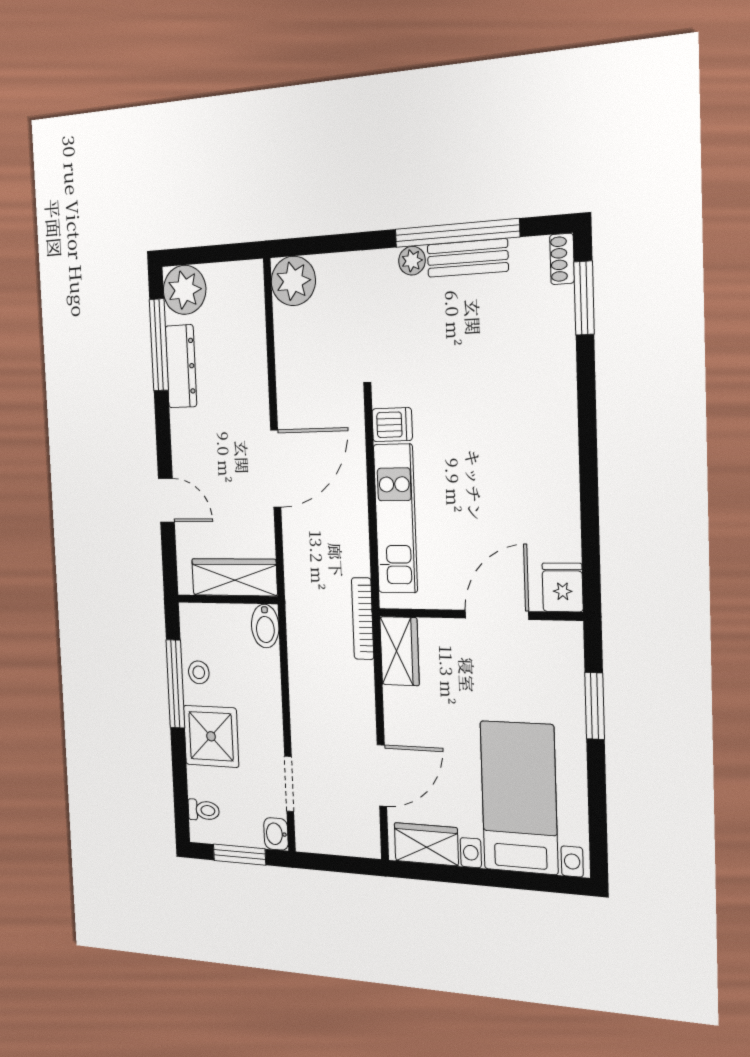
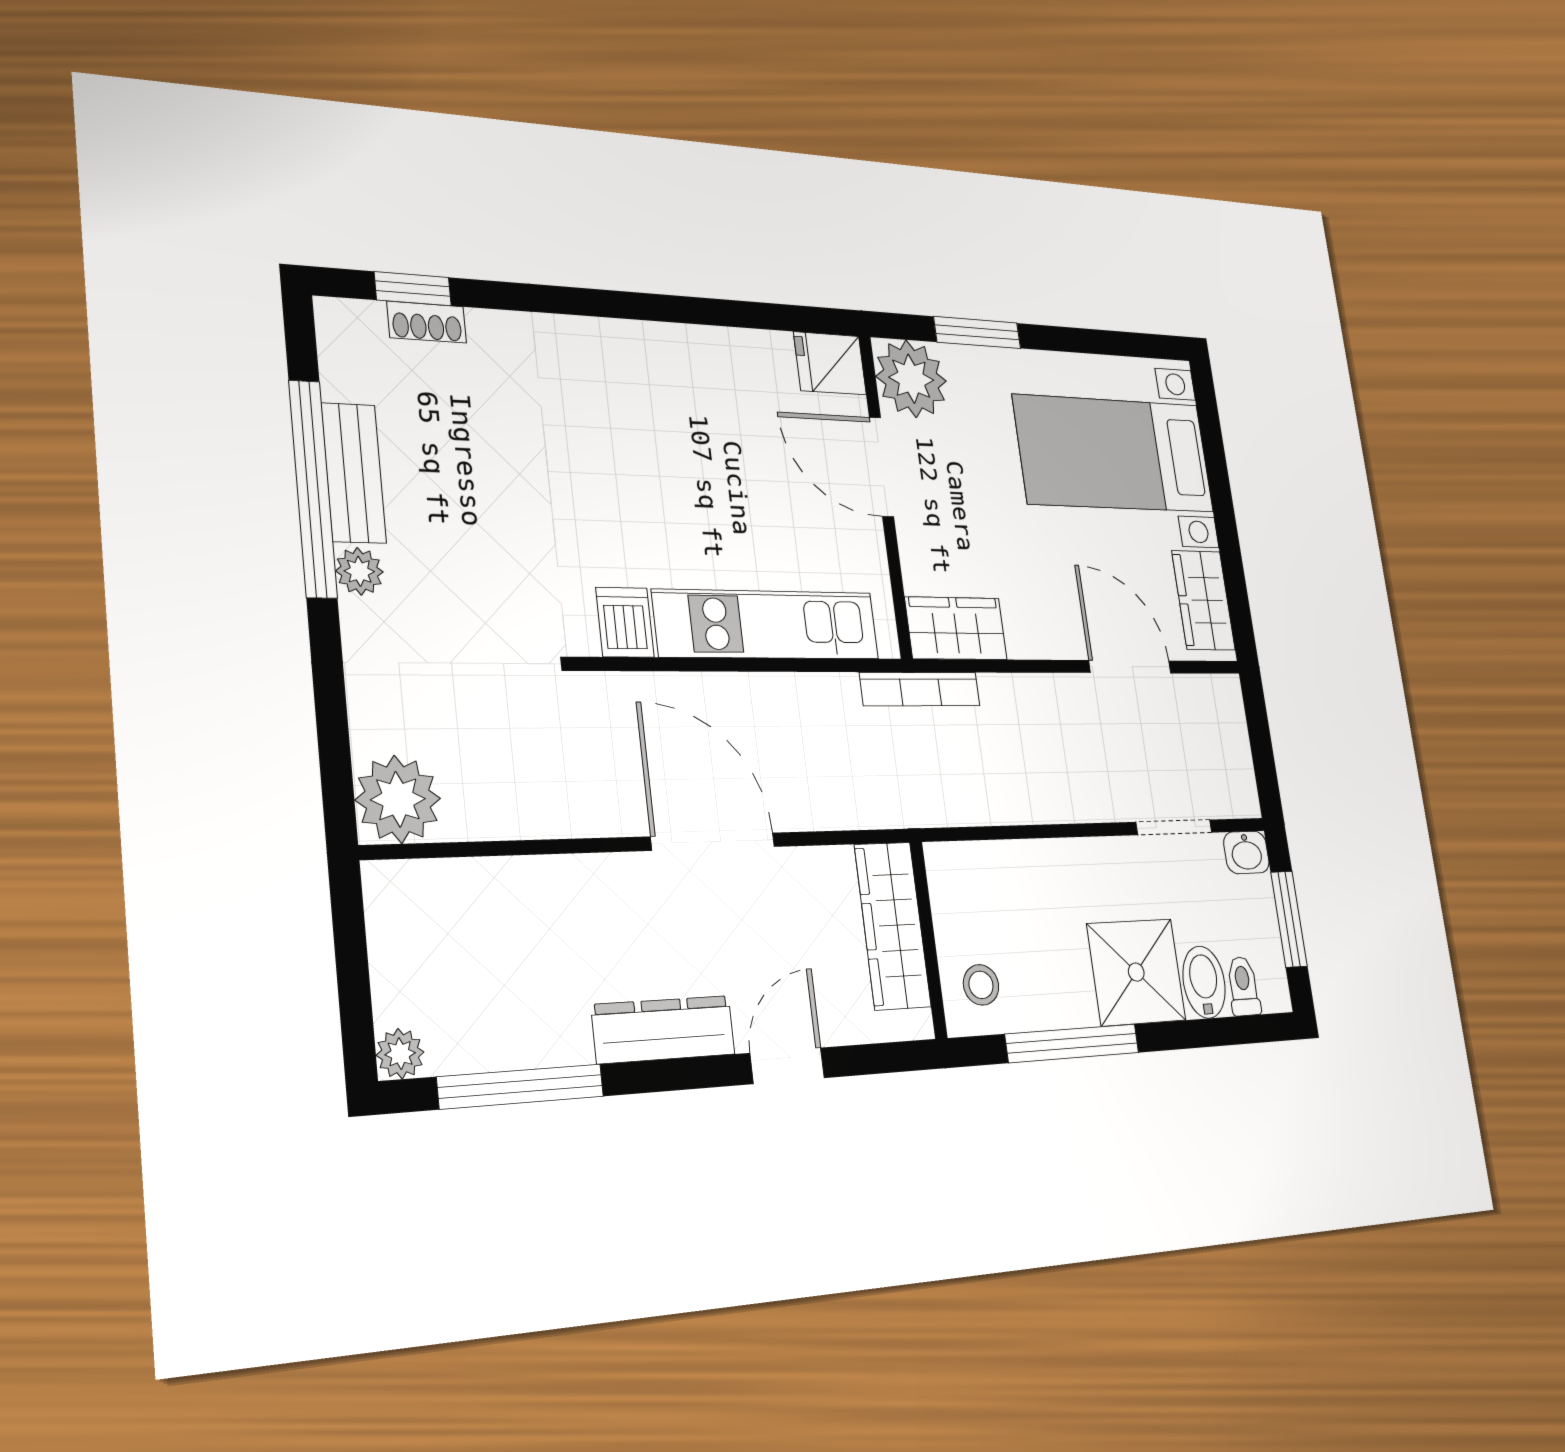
shoe rack: (562, 259) -> (427, 322), moved
plant: (185, 290) -> (400, 1054), width x0.53, depth x0.53
window: (584, 298) -> (413, 289), width x0.67
dresser: (181, 366) -> (663, 1029), moved
bidet: (265, 626) -> (1204, 982), moved, turned -90
plant: (557, 648) -> (911, 379), added
stool: (199, 672) -> (981, 985), moved

